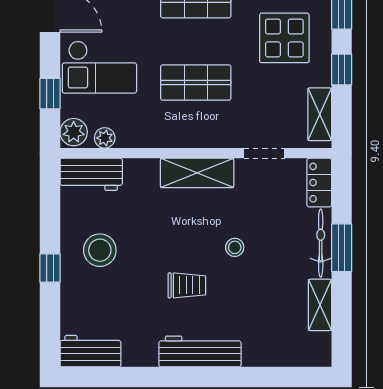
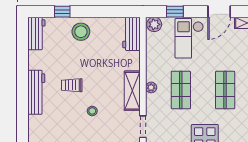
plant: (105, 138) -> (151, 87), moved
stool: (100, 250) -> (81, 32), moved
window: (50, 268) -> (62, 12), moved
trolley: (187, 285) -> (72, 85), turned 90

